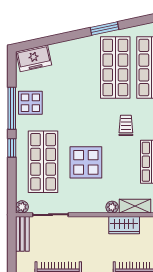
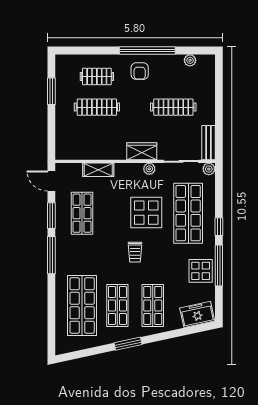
shop shelf: (79, 67) -> (153, 305), added
shop shelf: (115, 67) -> (117, 305), width x0.70, depth x0.74
trolley: (126, 125) -> (135, 252), moved
plant: (112, 207) -> (149, 169), moved
wardrobe: (124, 225) -> (142, 151), moved

